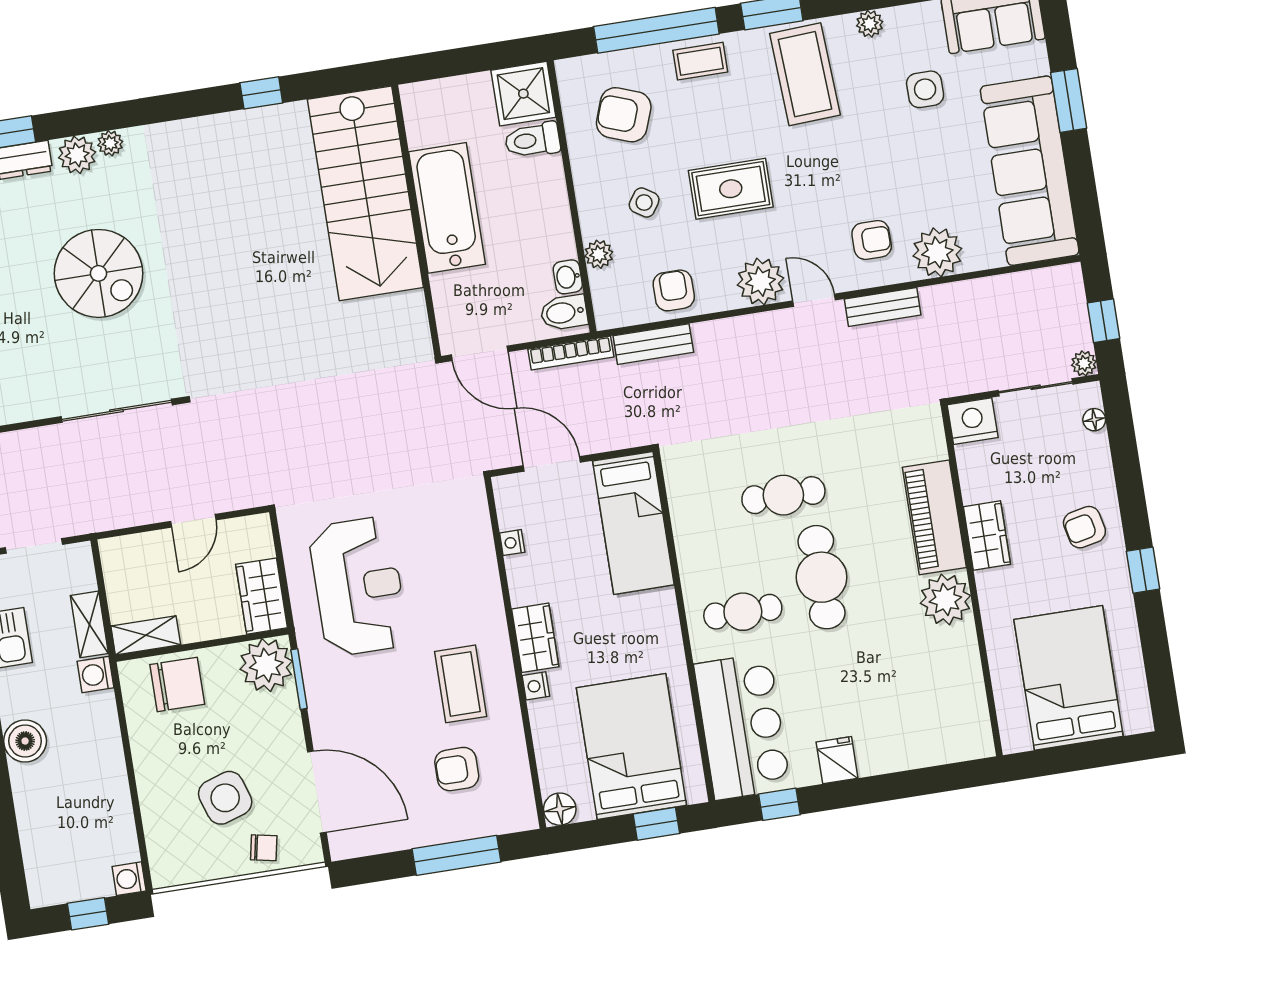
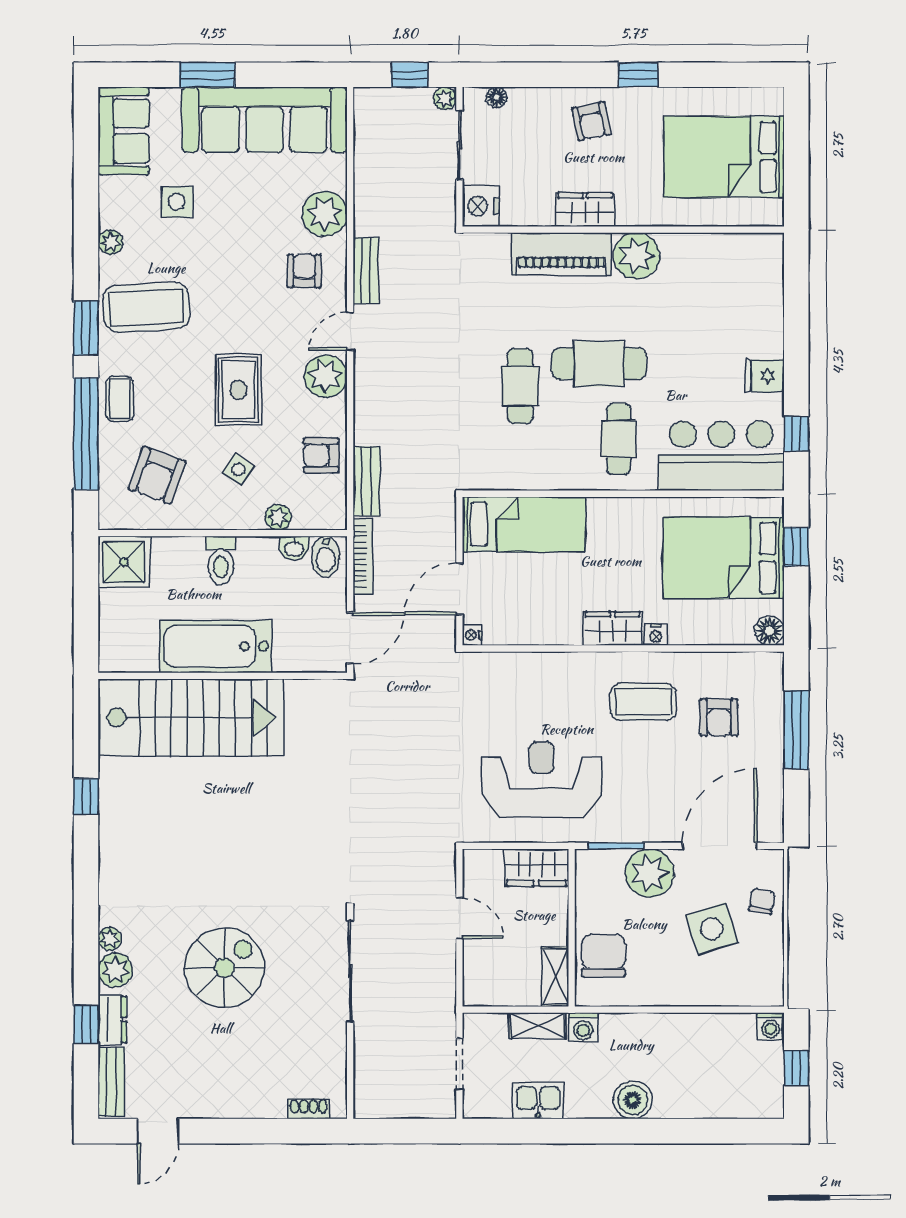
toilet: (533, 140) -> (221, 560), moved
nightstand: (512, 543) -> (472, 635), moved, turned 90
plant: (266, 665) -> (650, 873), moved

